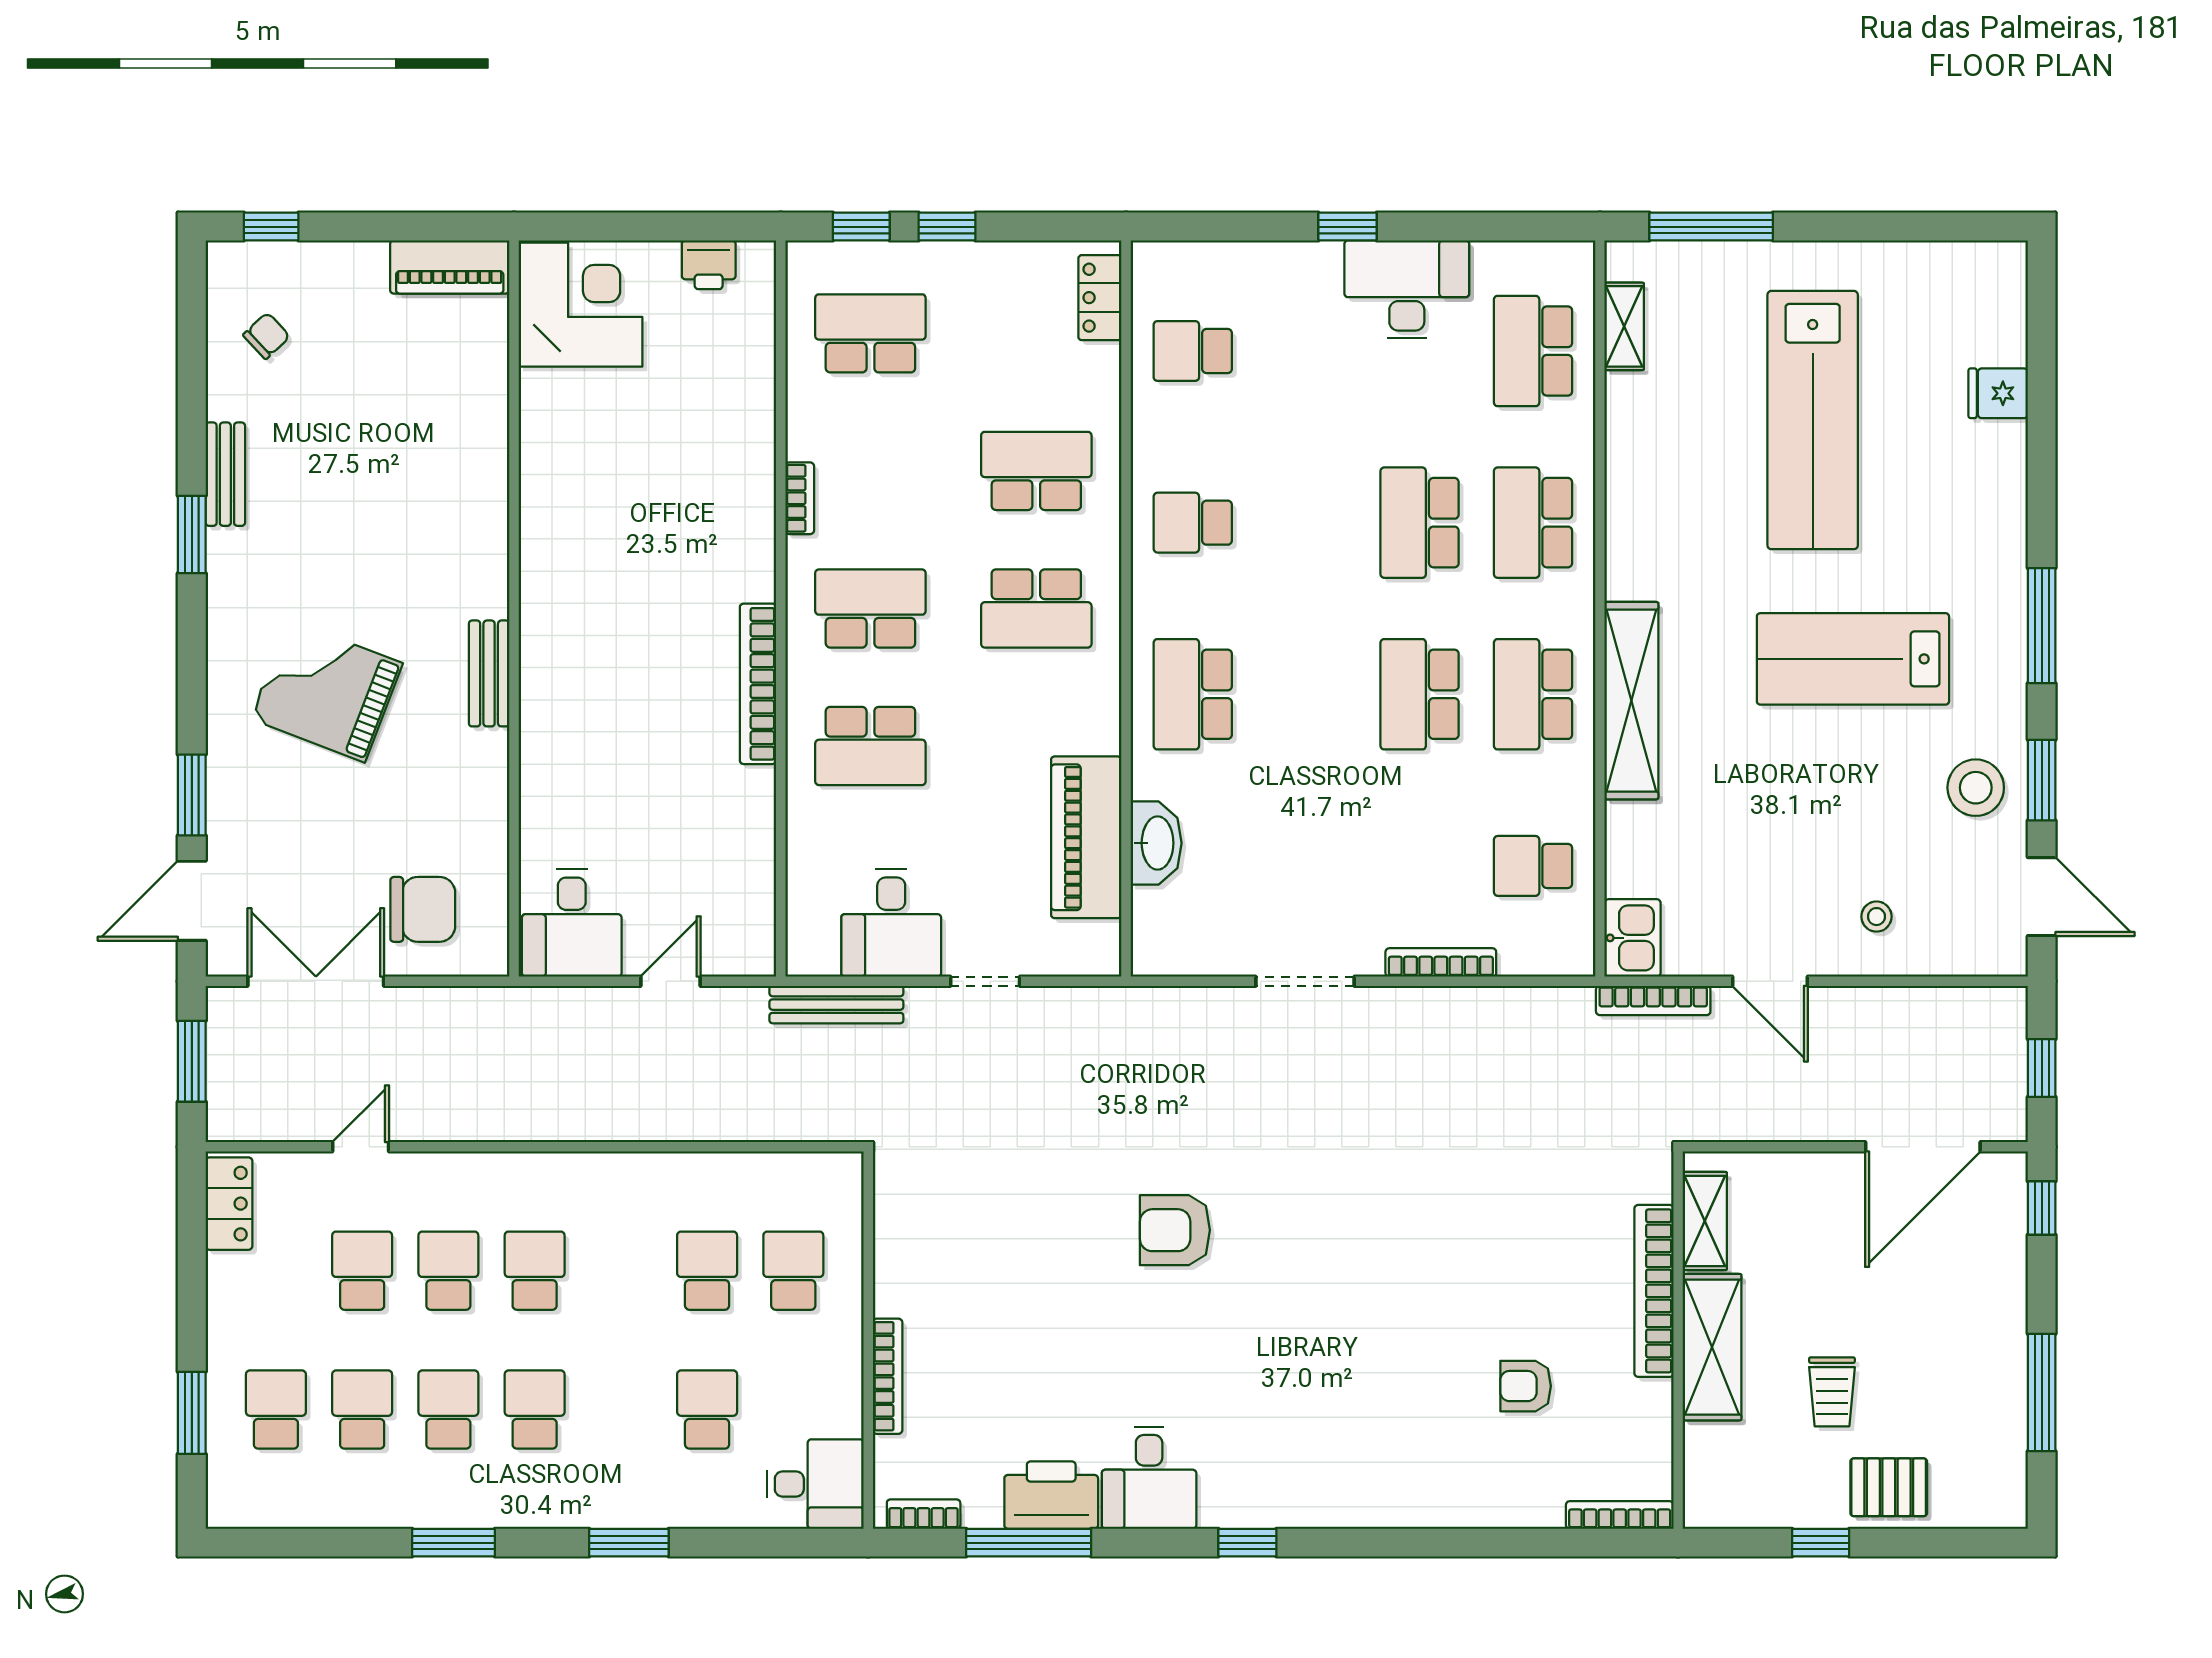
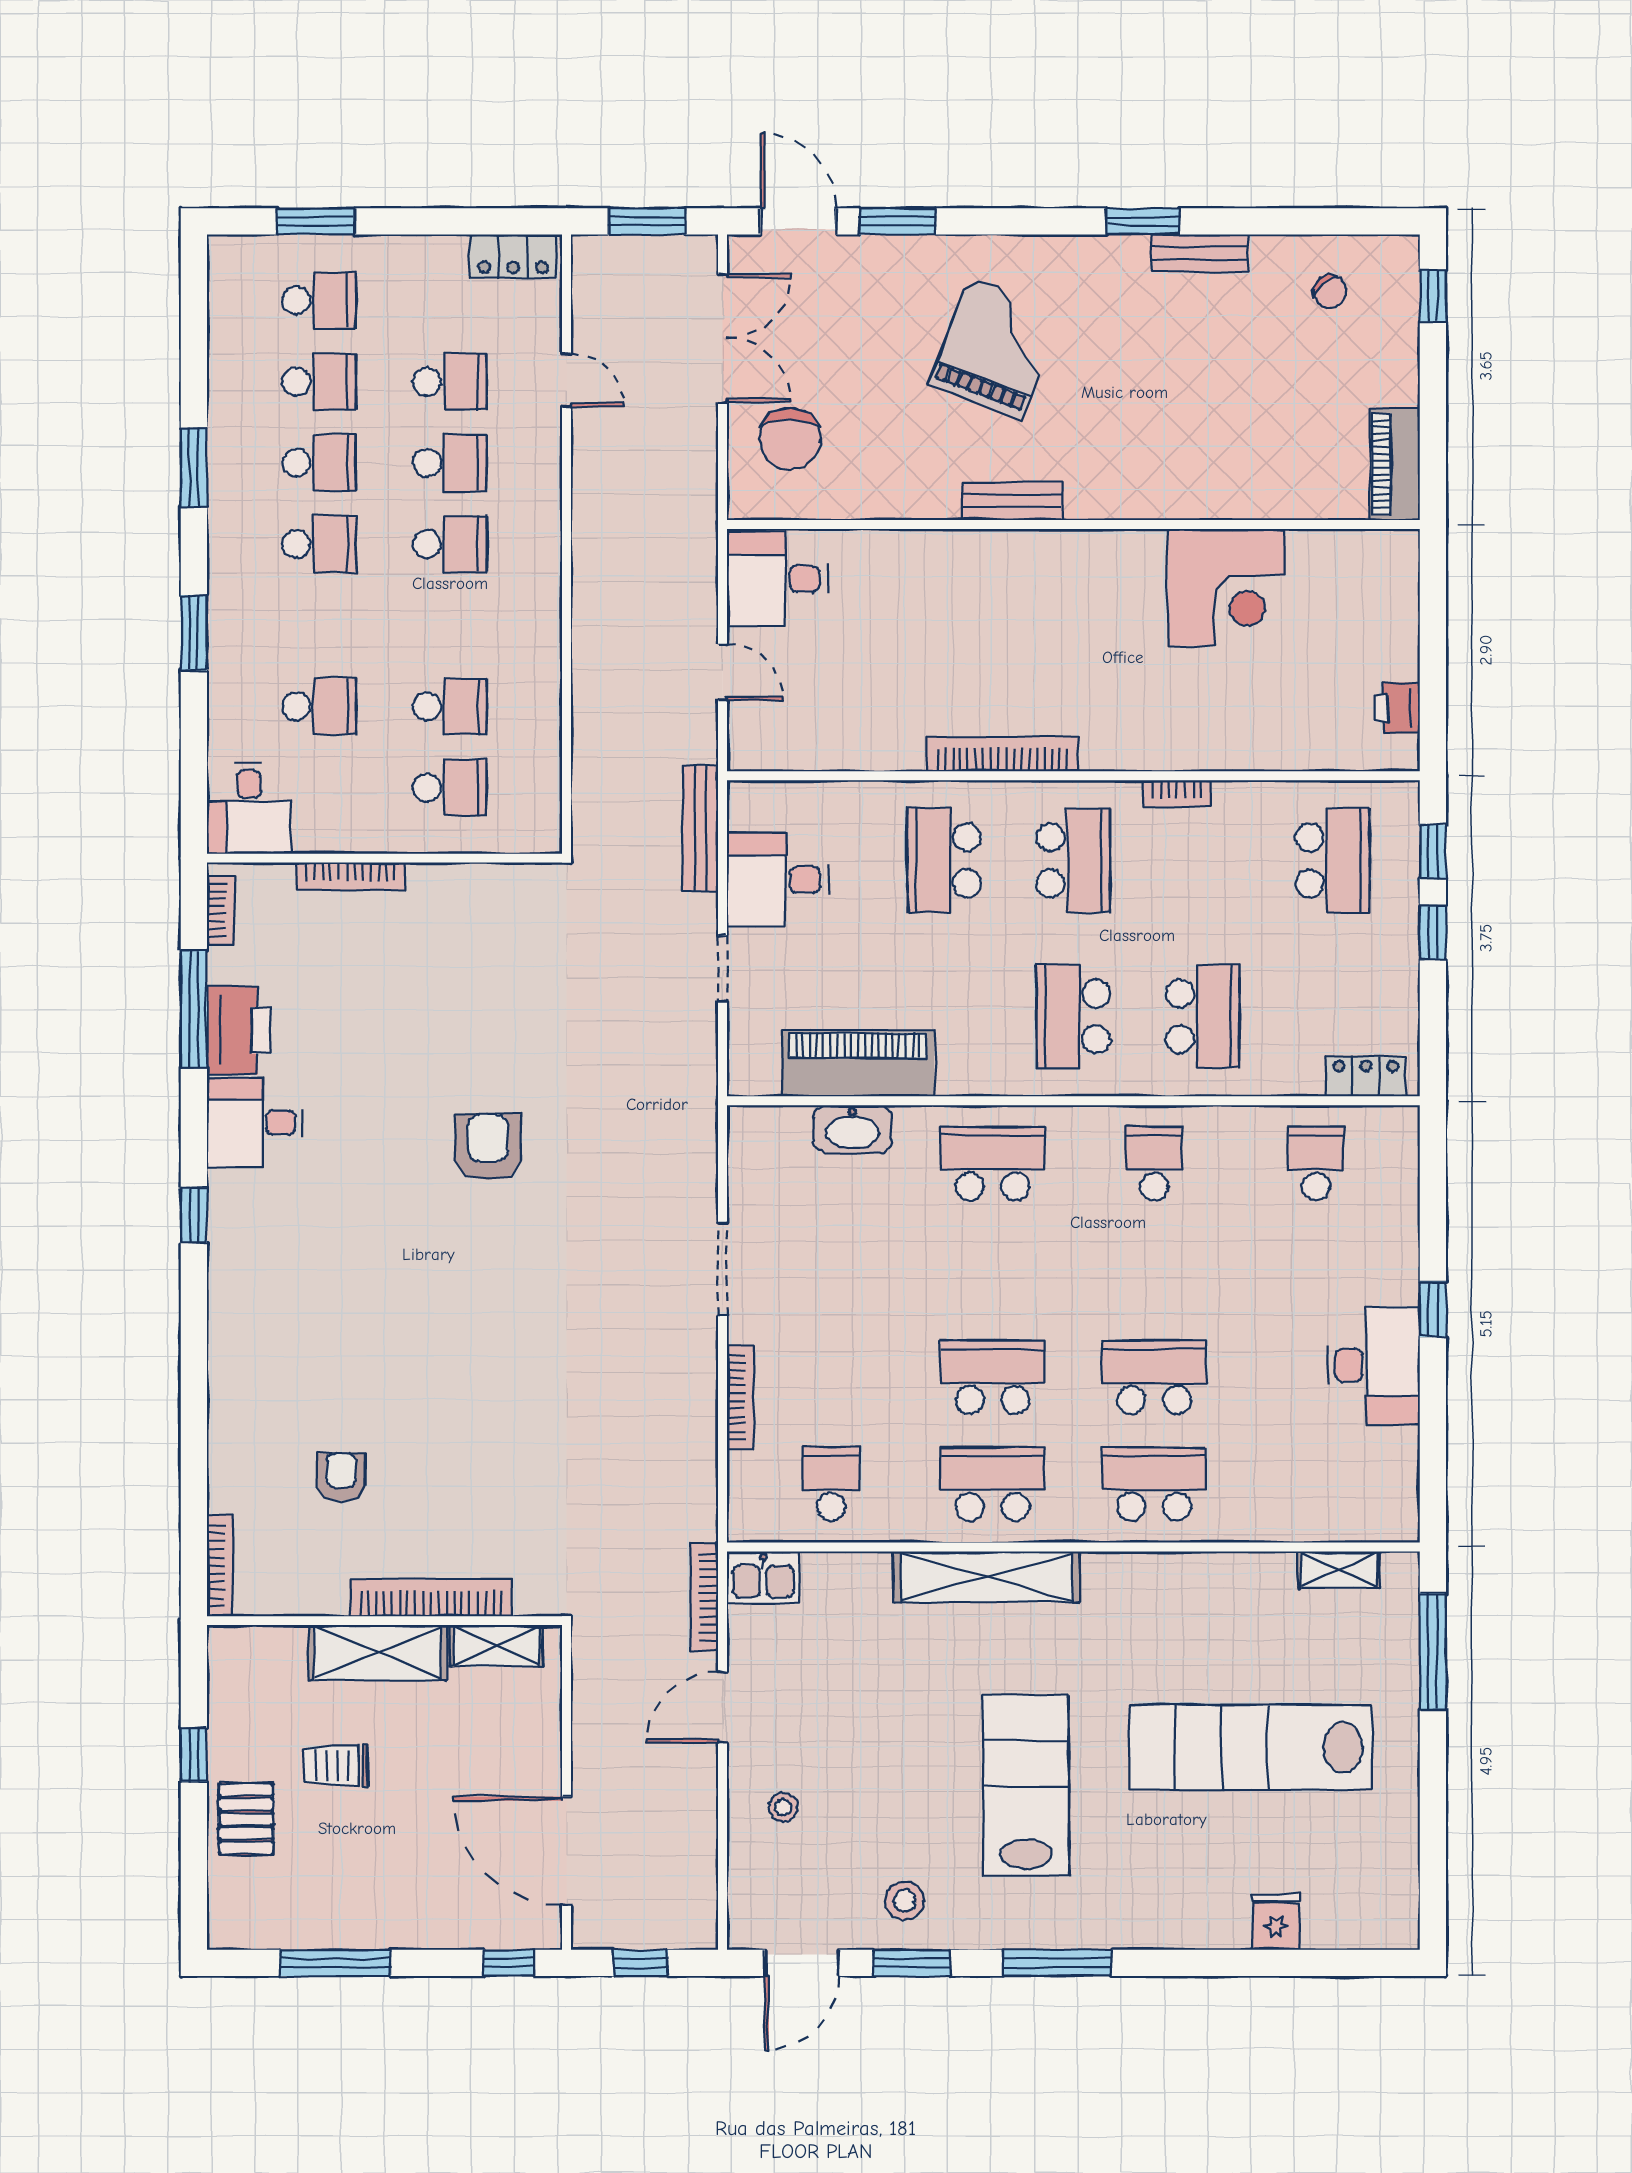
corner desk: (581, 305) -> (1226, 587), moved
school desk: (1533, 351) -> (1316, 1484), removed
stool: (1976, 788) -> (905, 1901), width x0.73, depth x0.73

